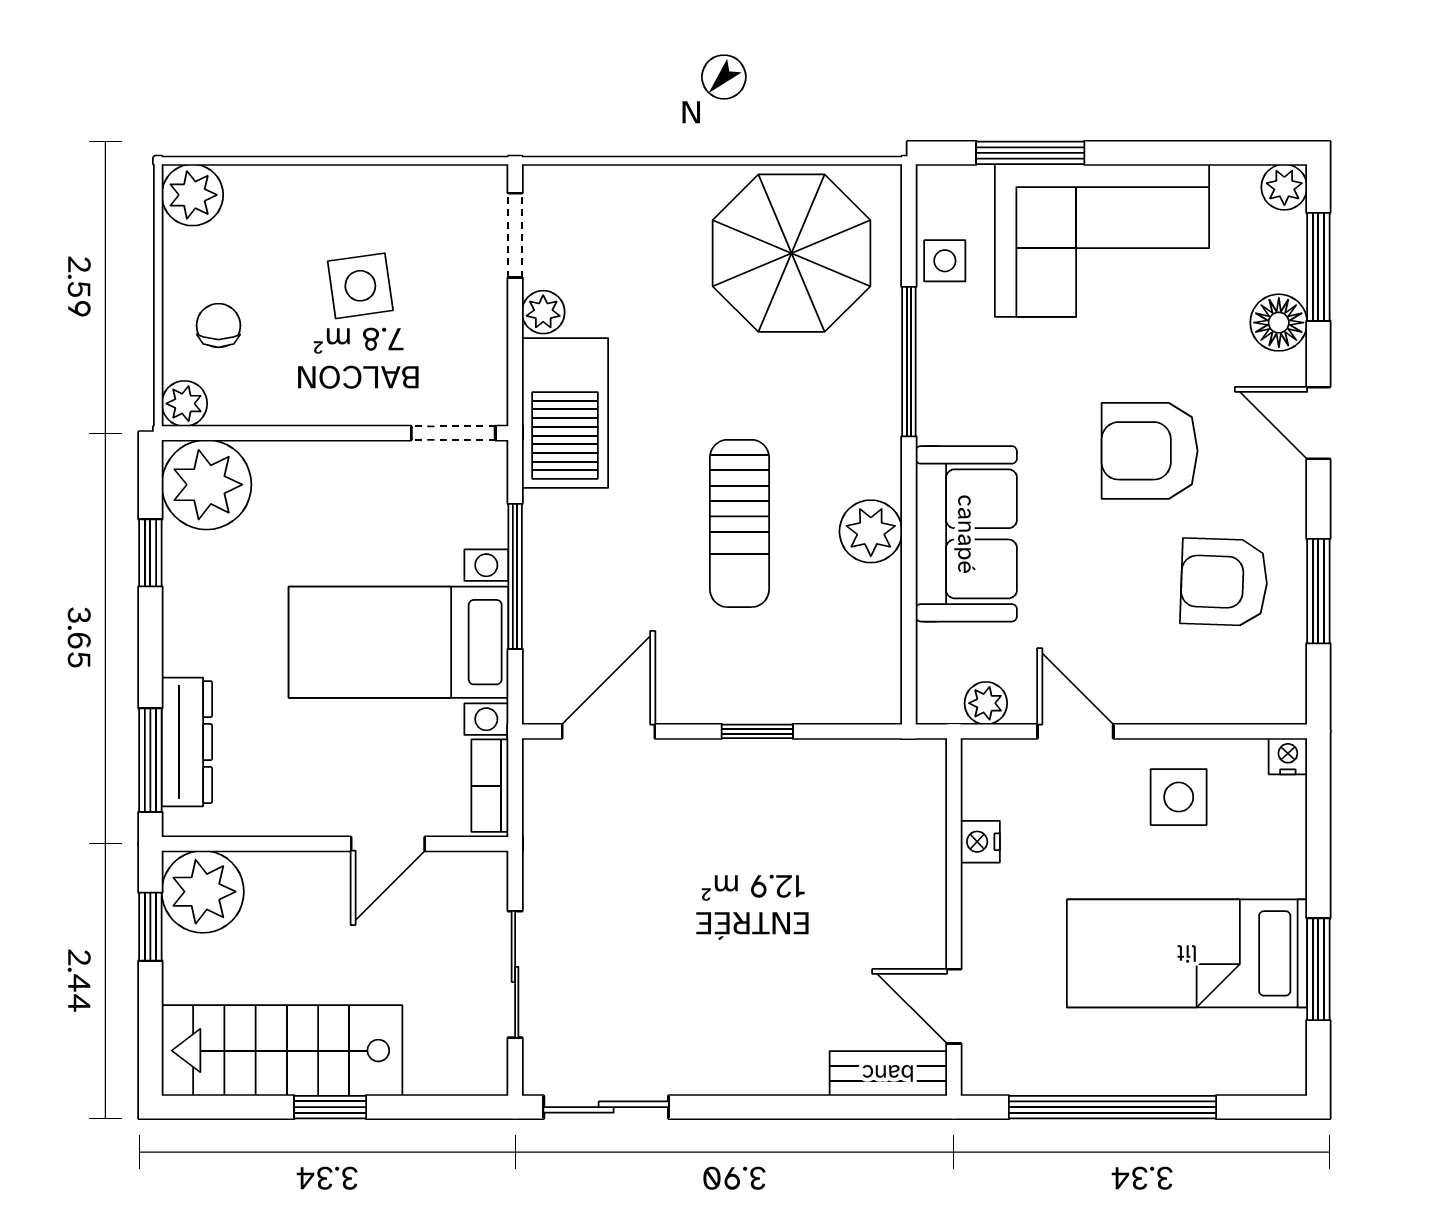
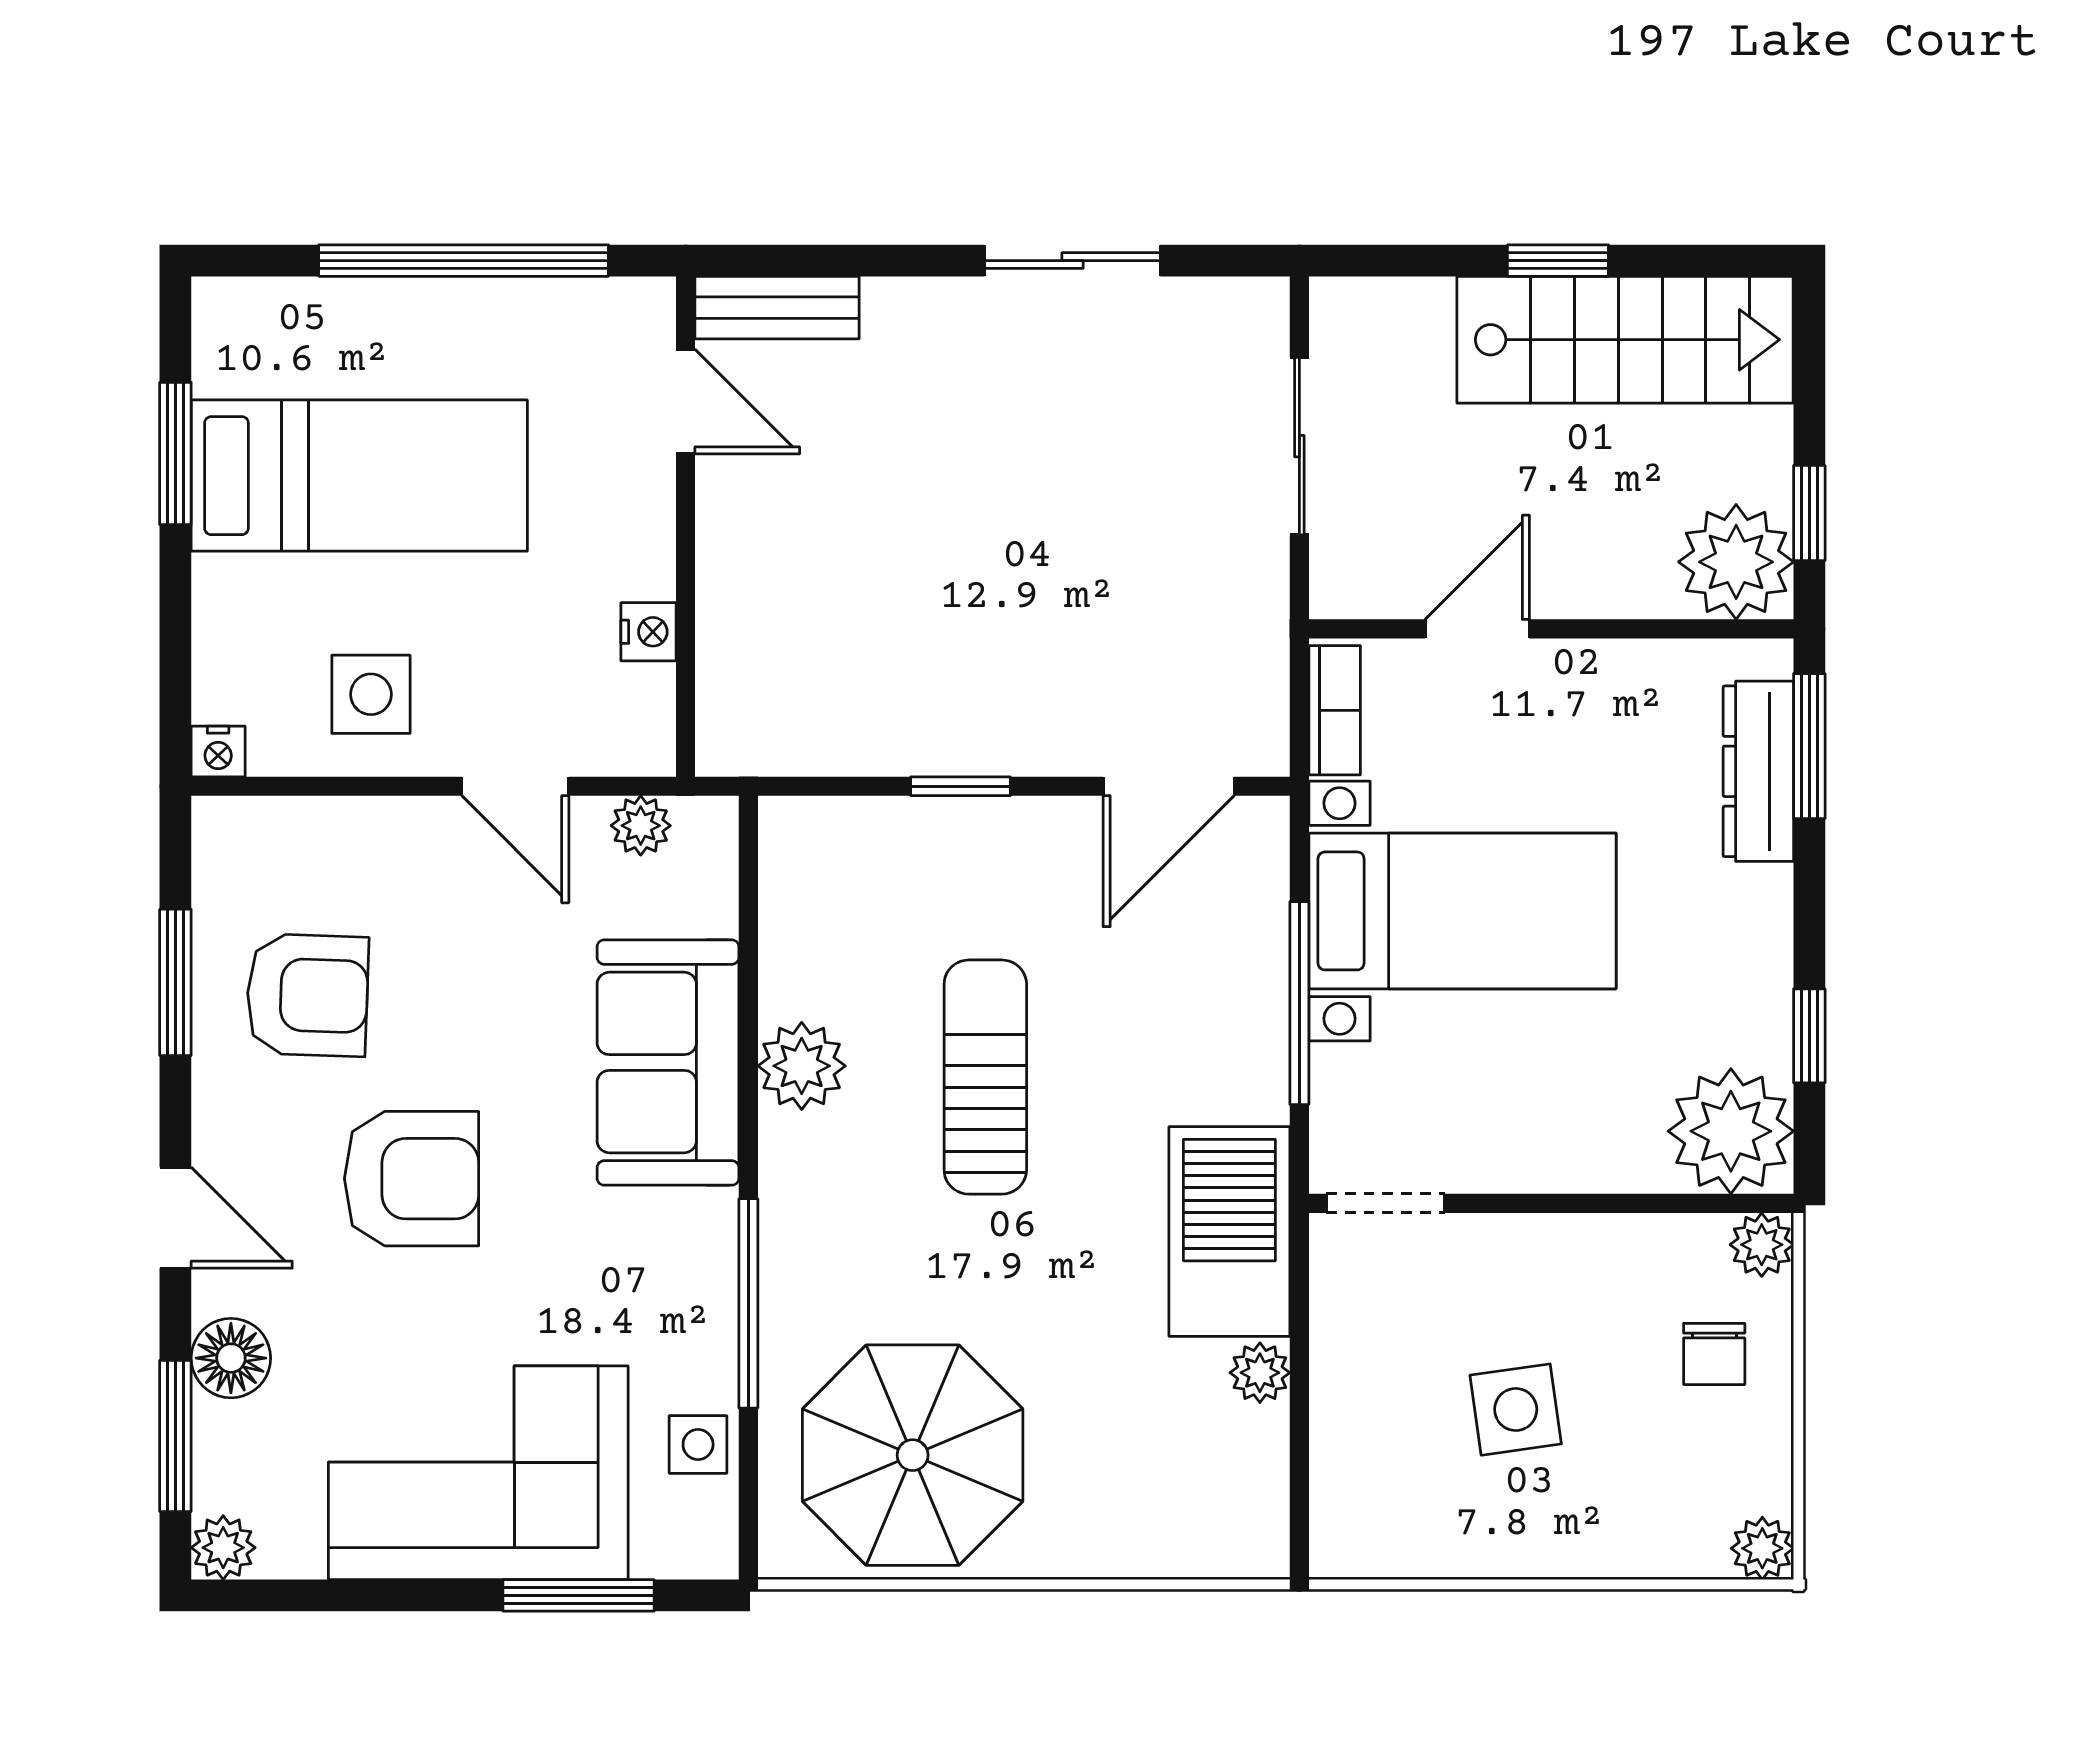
plant: (192, 195) -> (1762, 1548), width x0.73, depth x0.73
doorway: (515, 235) -> (1299, 1480), removed
sliding door: (606, 1107) -> (1072, 261), moved

